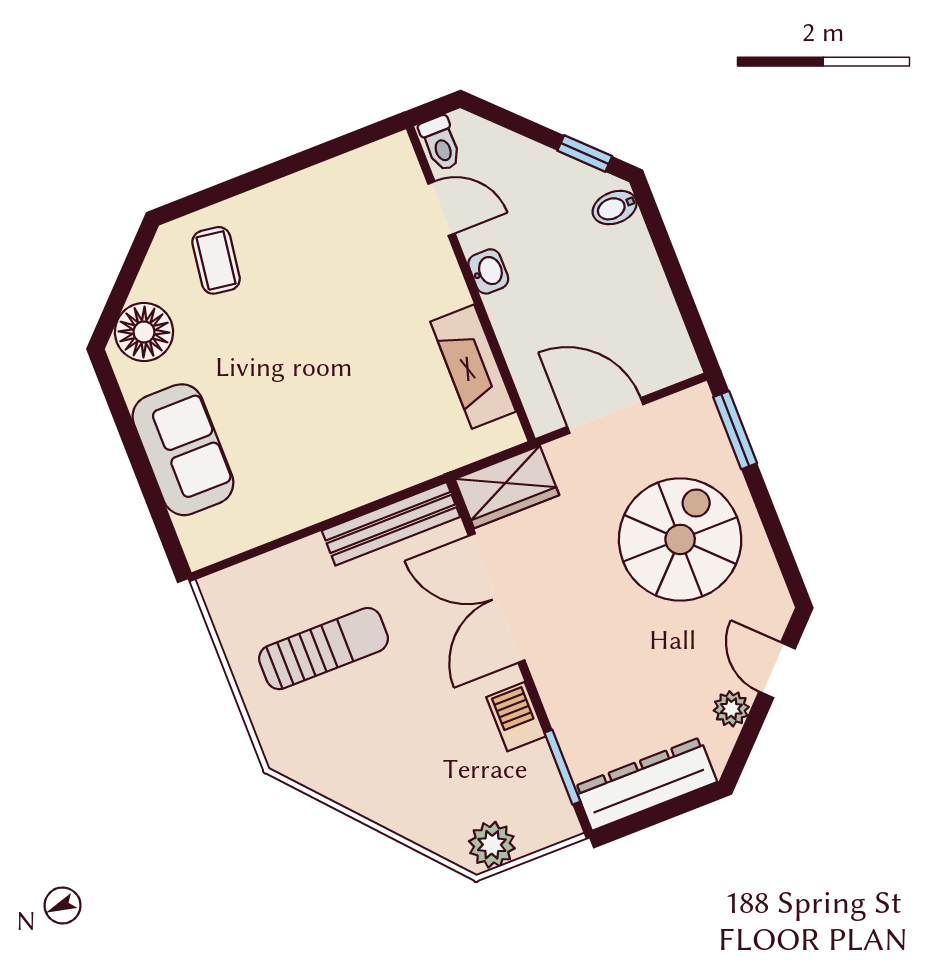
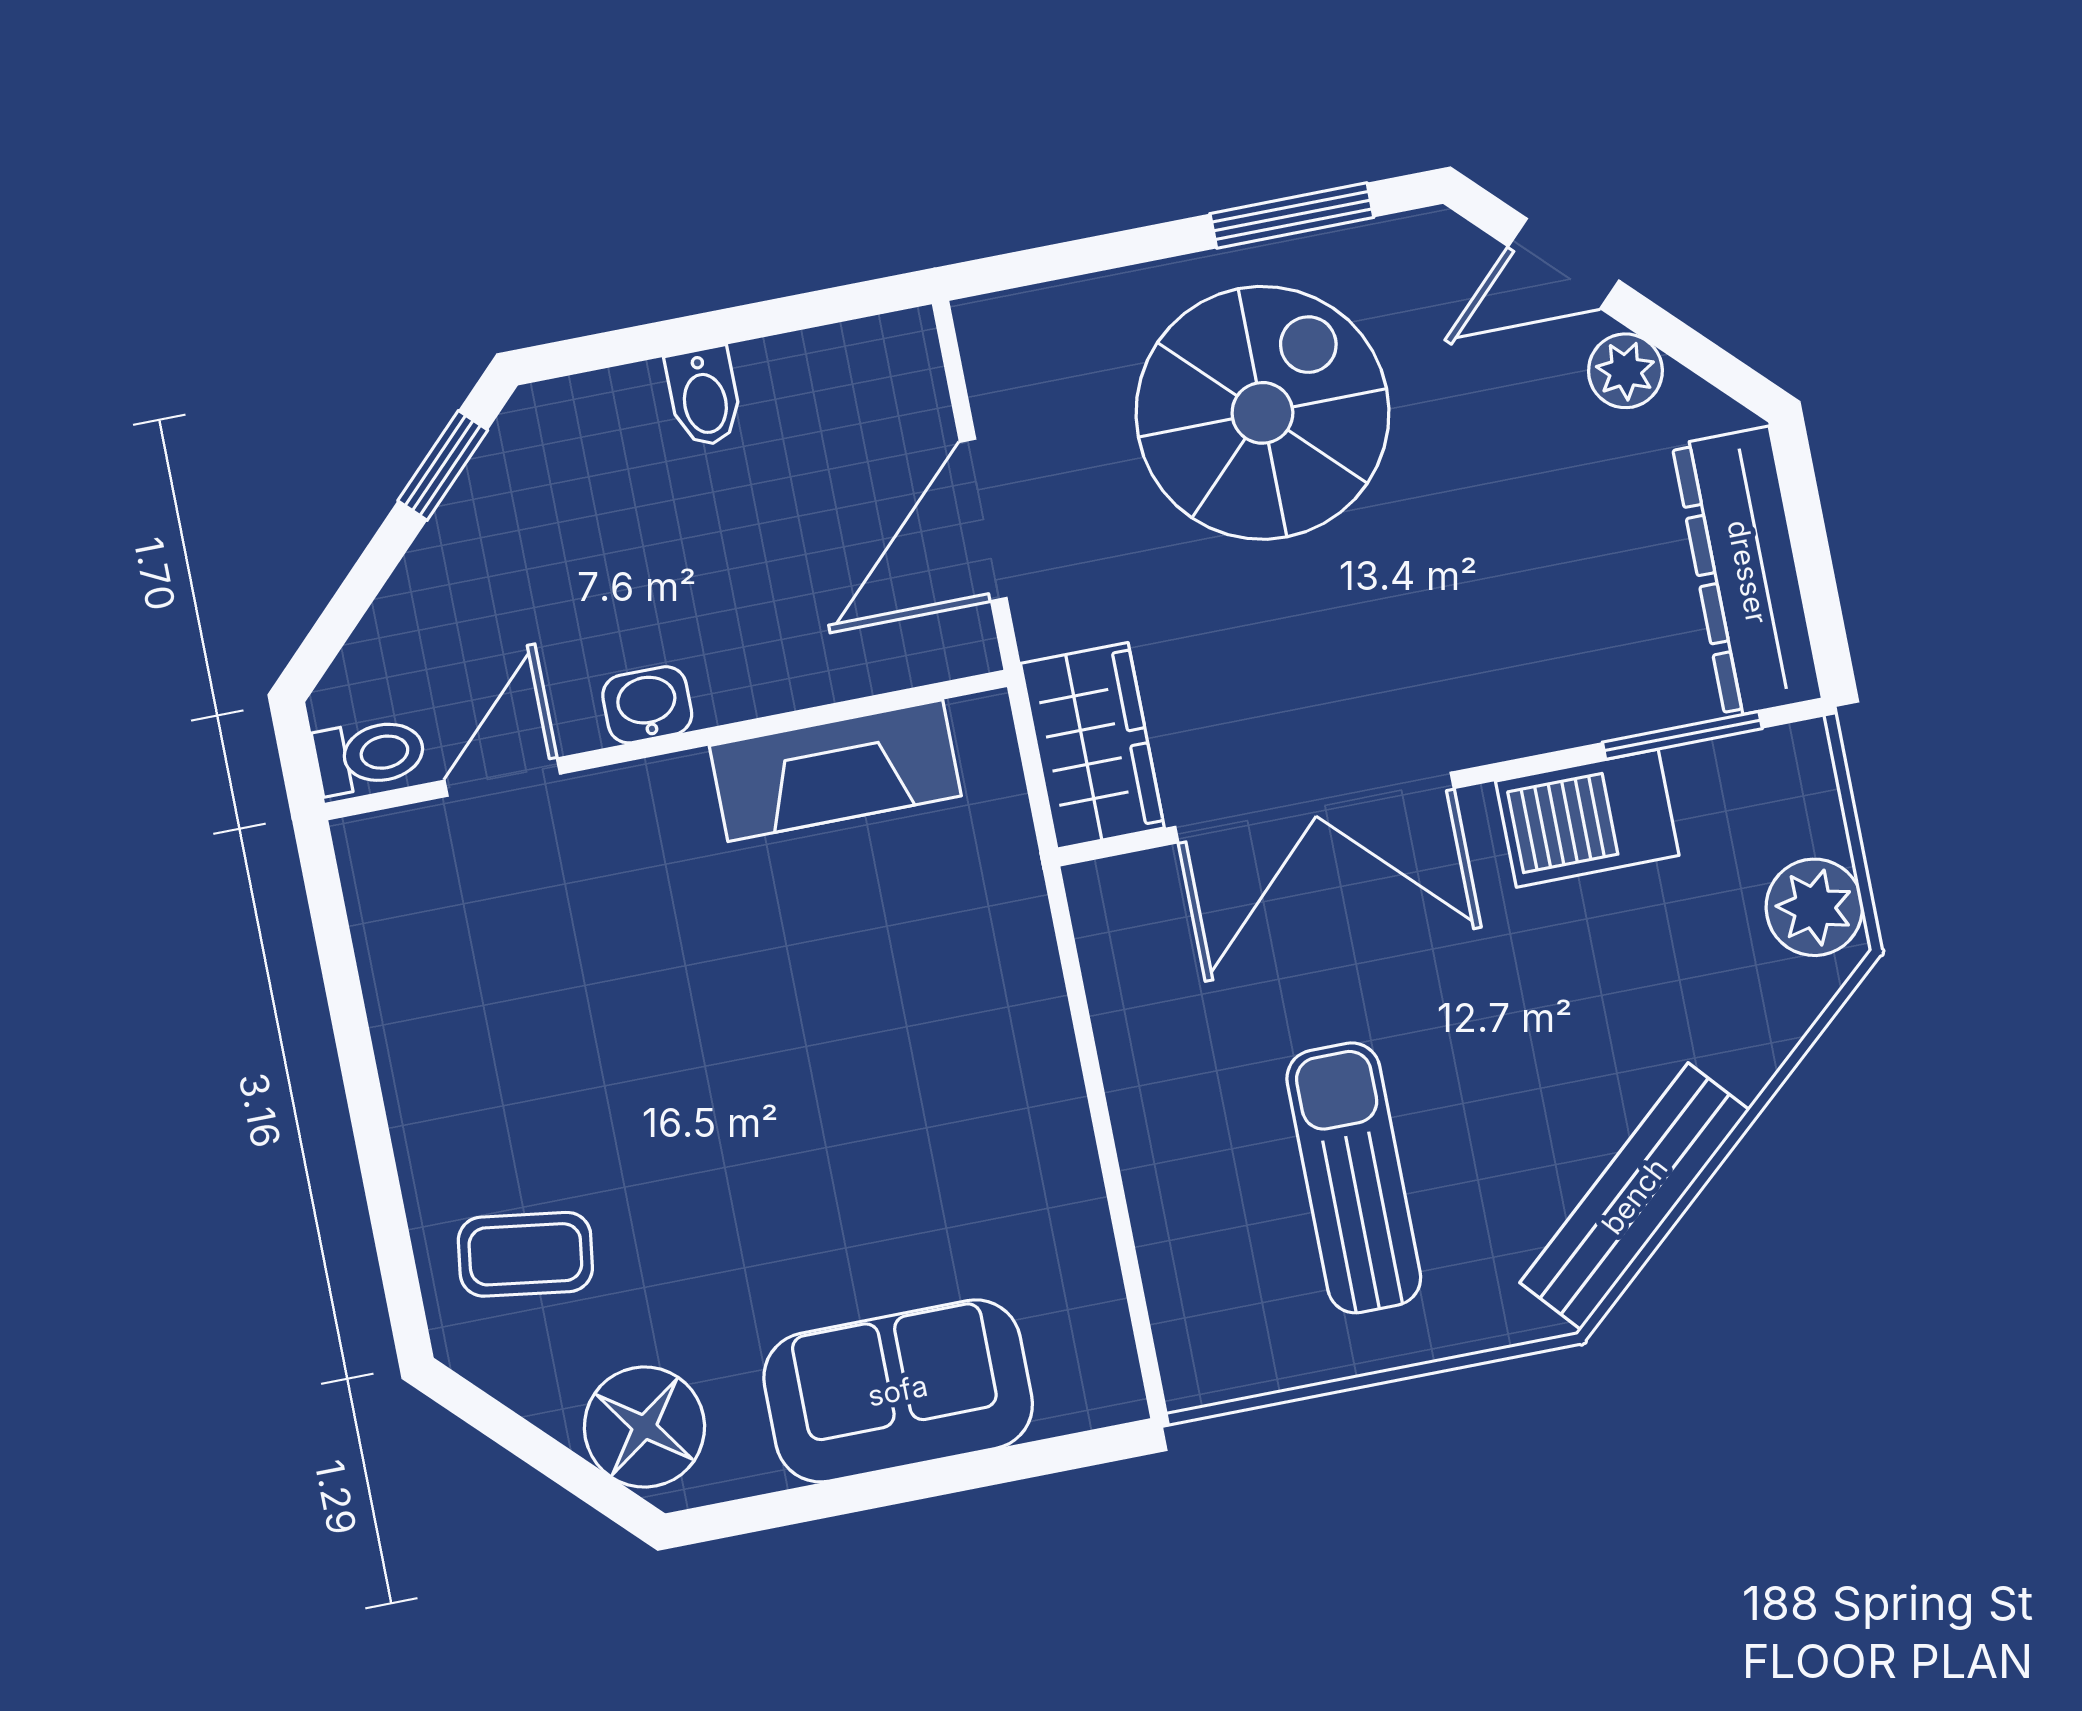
bidet: (615, 208) -> (704, 397), moved
window: (735, 430) -> (1292, 215), moved
bench: (391, 524) -> (1635, 1196), moved, turned 49
spiral stairs: (680, 539) -> (1262, 413), turned 90
barbecue: (516, 717) -> (1587, 818), width x1.38, depth x1.27

